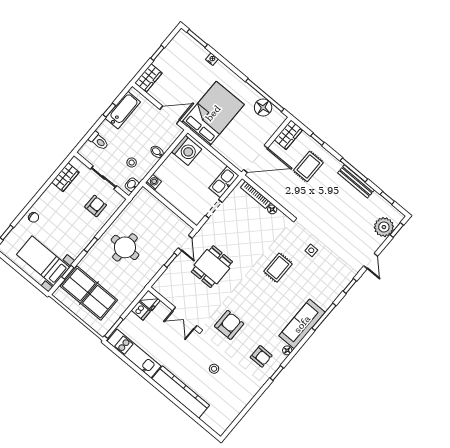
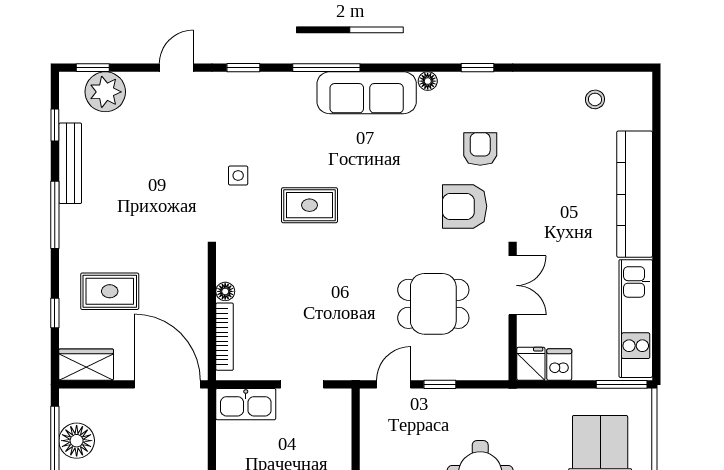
bench: (356, 181) -> (70, 163), moved
dining table: (212, 267) -> (433, 304), moved
armchair: (261, 356) -> (480, 149), moved
stool: (214, 369) -> (595, 99), moved

